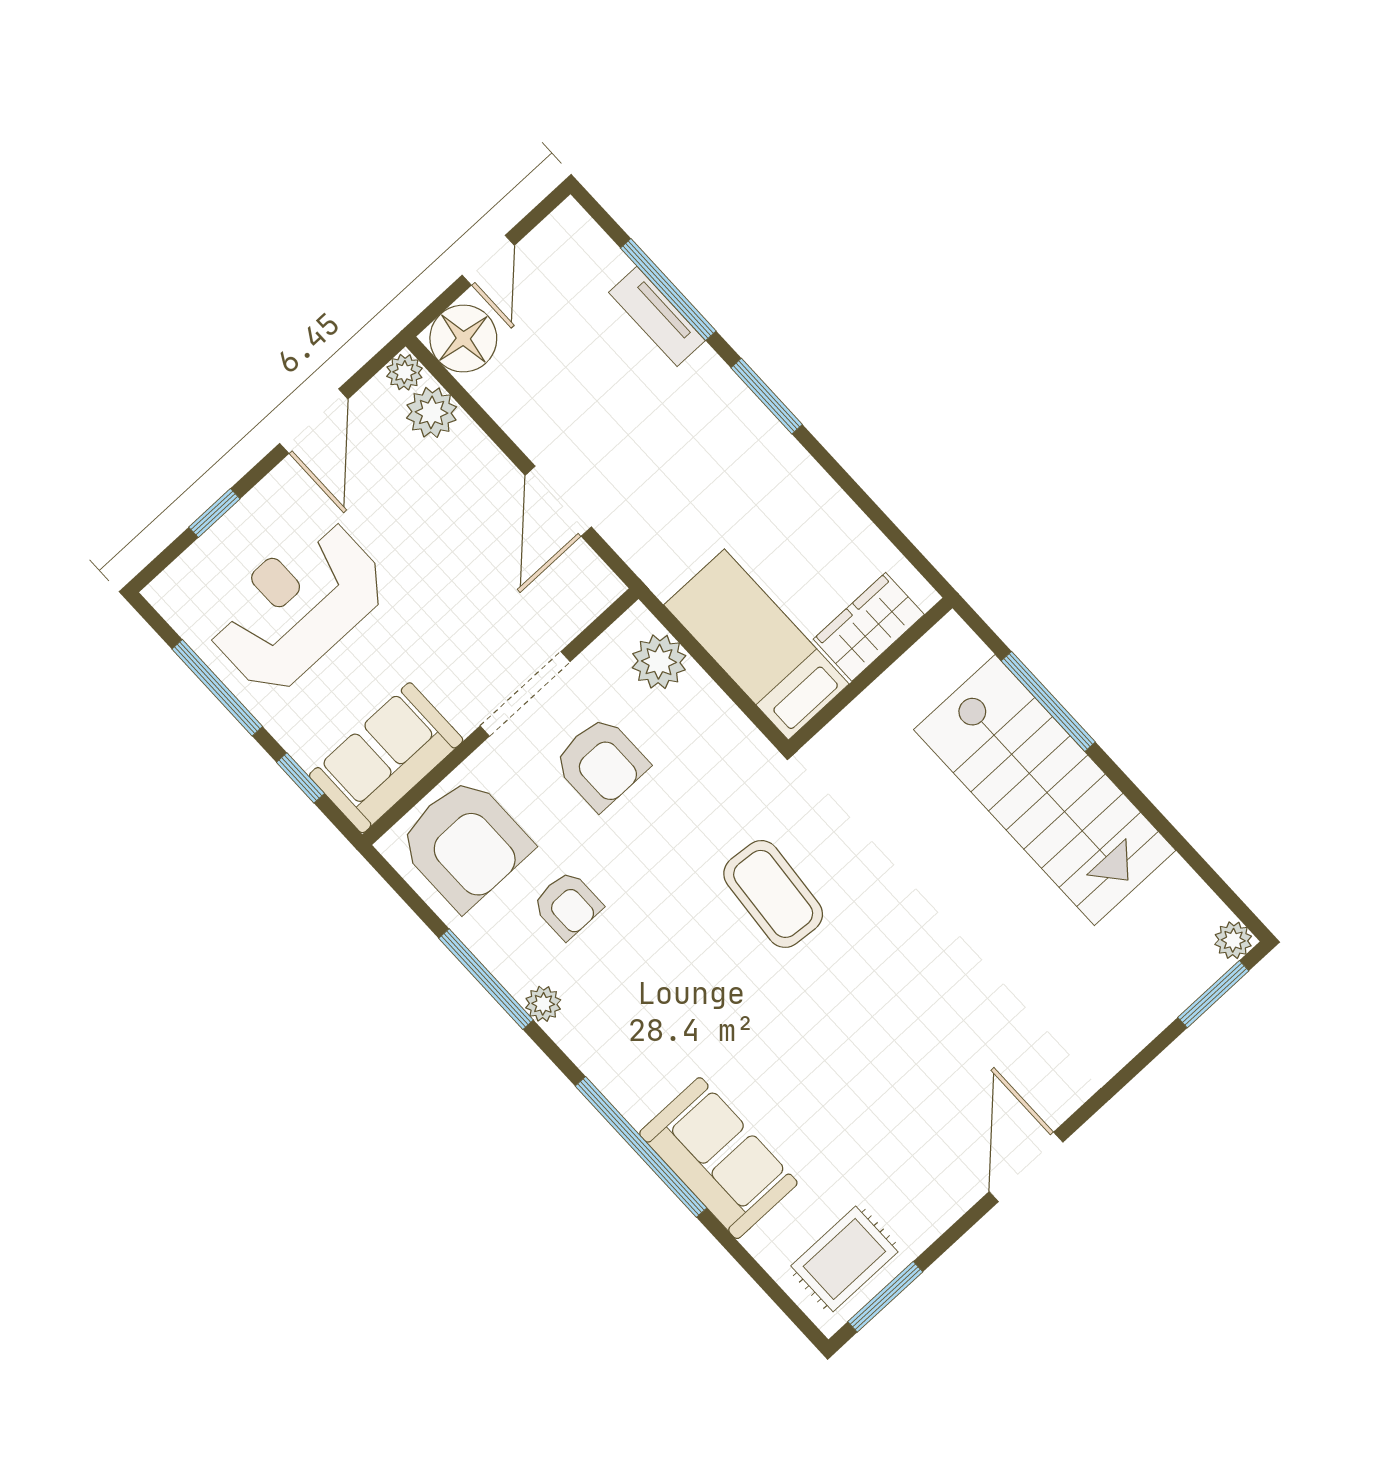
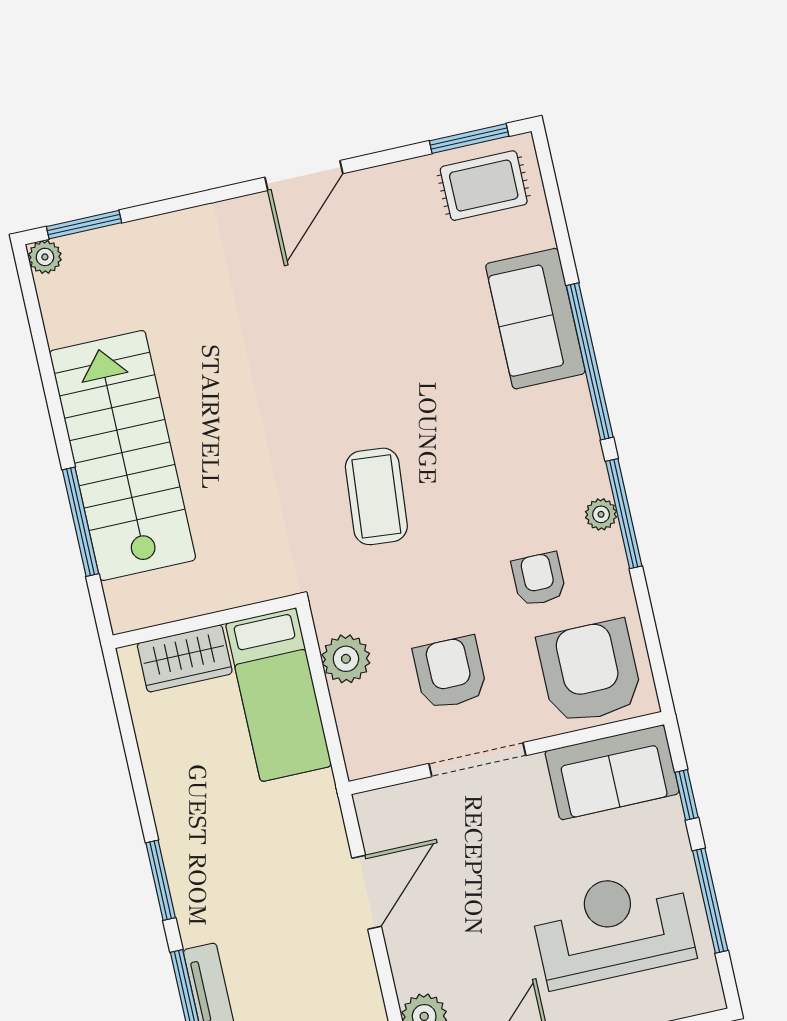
reception desk: (297, 606) -> (613, 928), turned 180
plant: (659, 662) -> (346, 659), moved
window: (486, 979) -> (624, 514), moved

